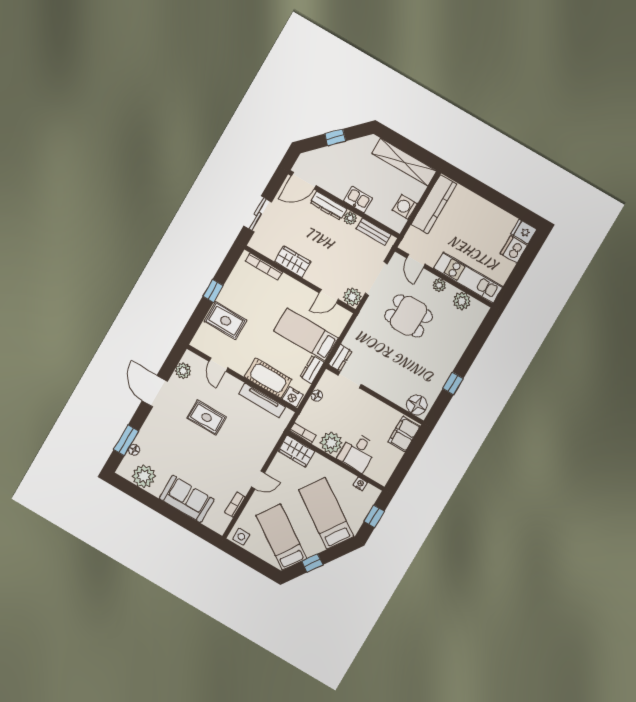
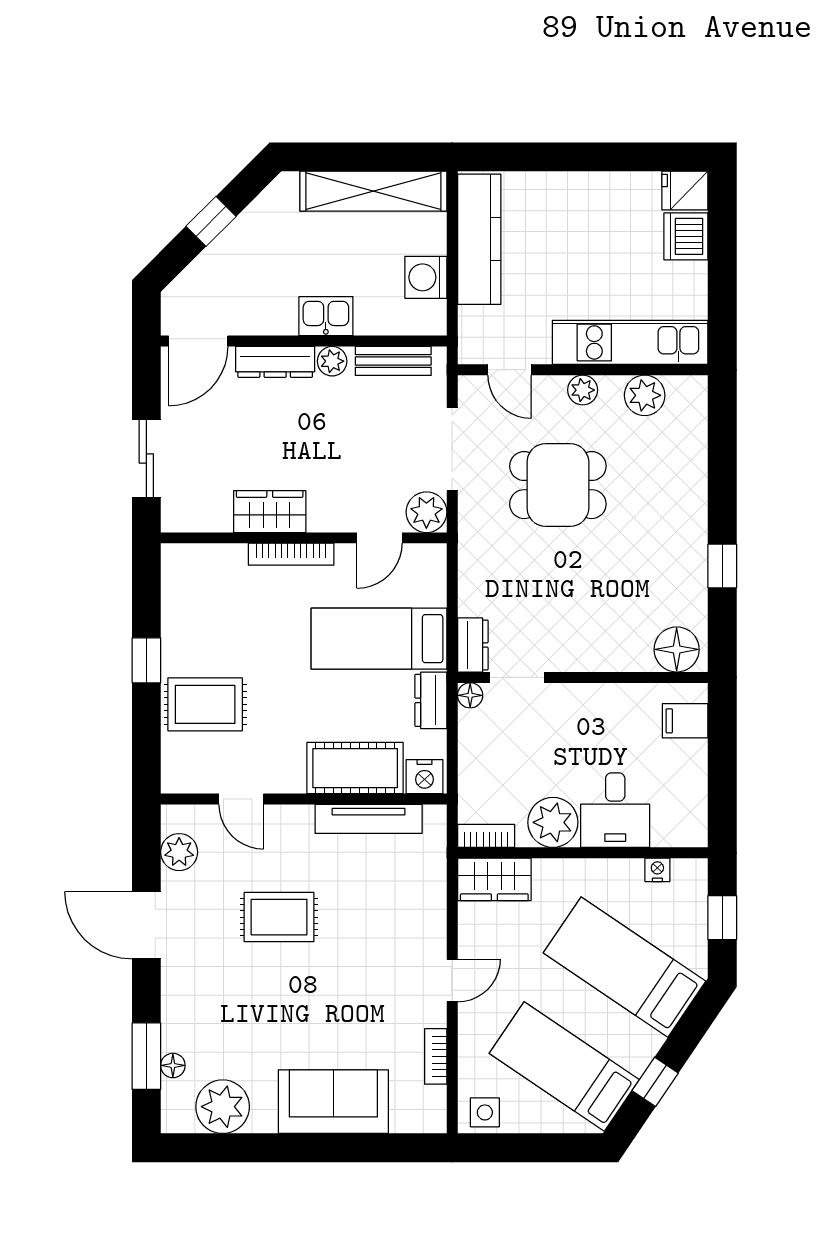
bookcase: (264, 266) -> (291, 554), moved
floor lamp: (317, 396) -> (470, 695), moved
filing cabinet: (404, 434) -> (685, 721), width x0.50

